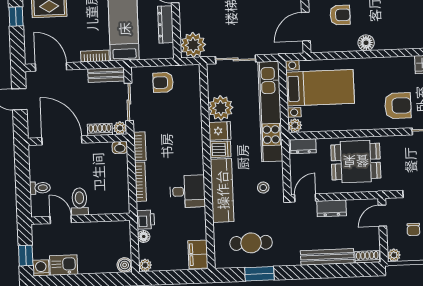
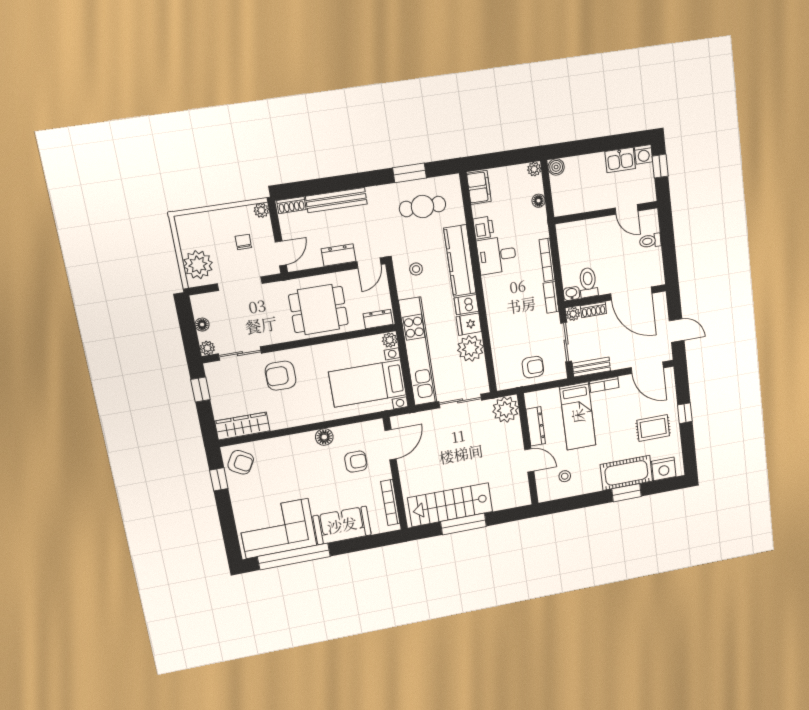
armchair: (340, 15) -> (356, 462), turned 180
toilet: (80, 202) -> (588, 283), moved, turned 180
printer: (146, 220) -> (483, 228), moved, turned 180

